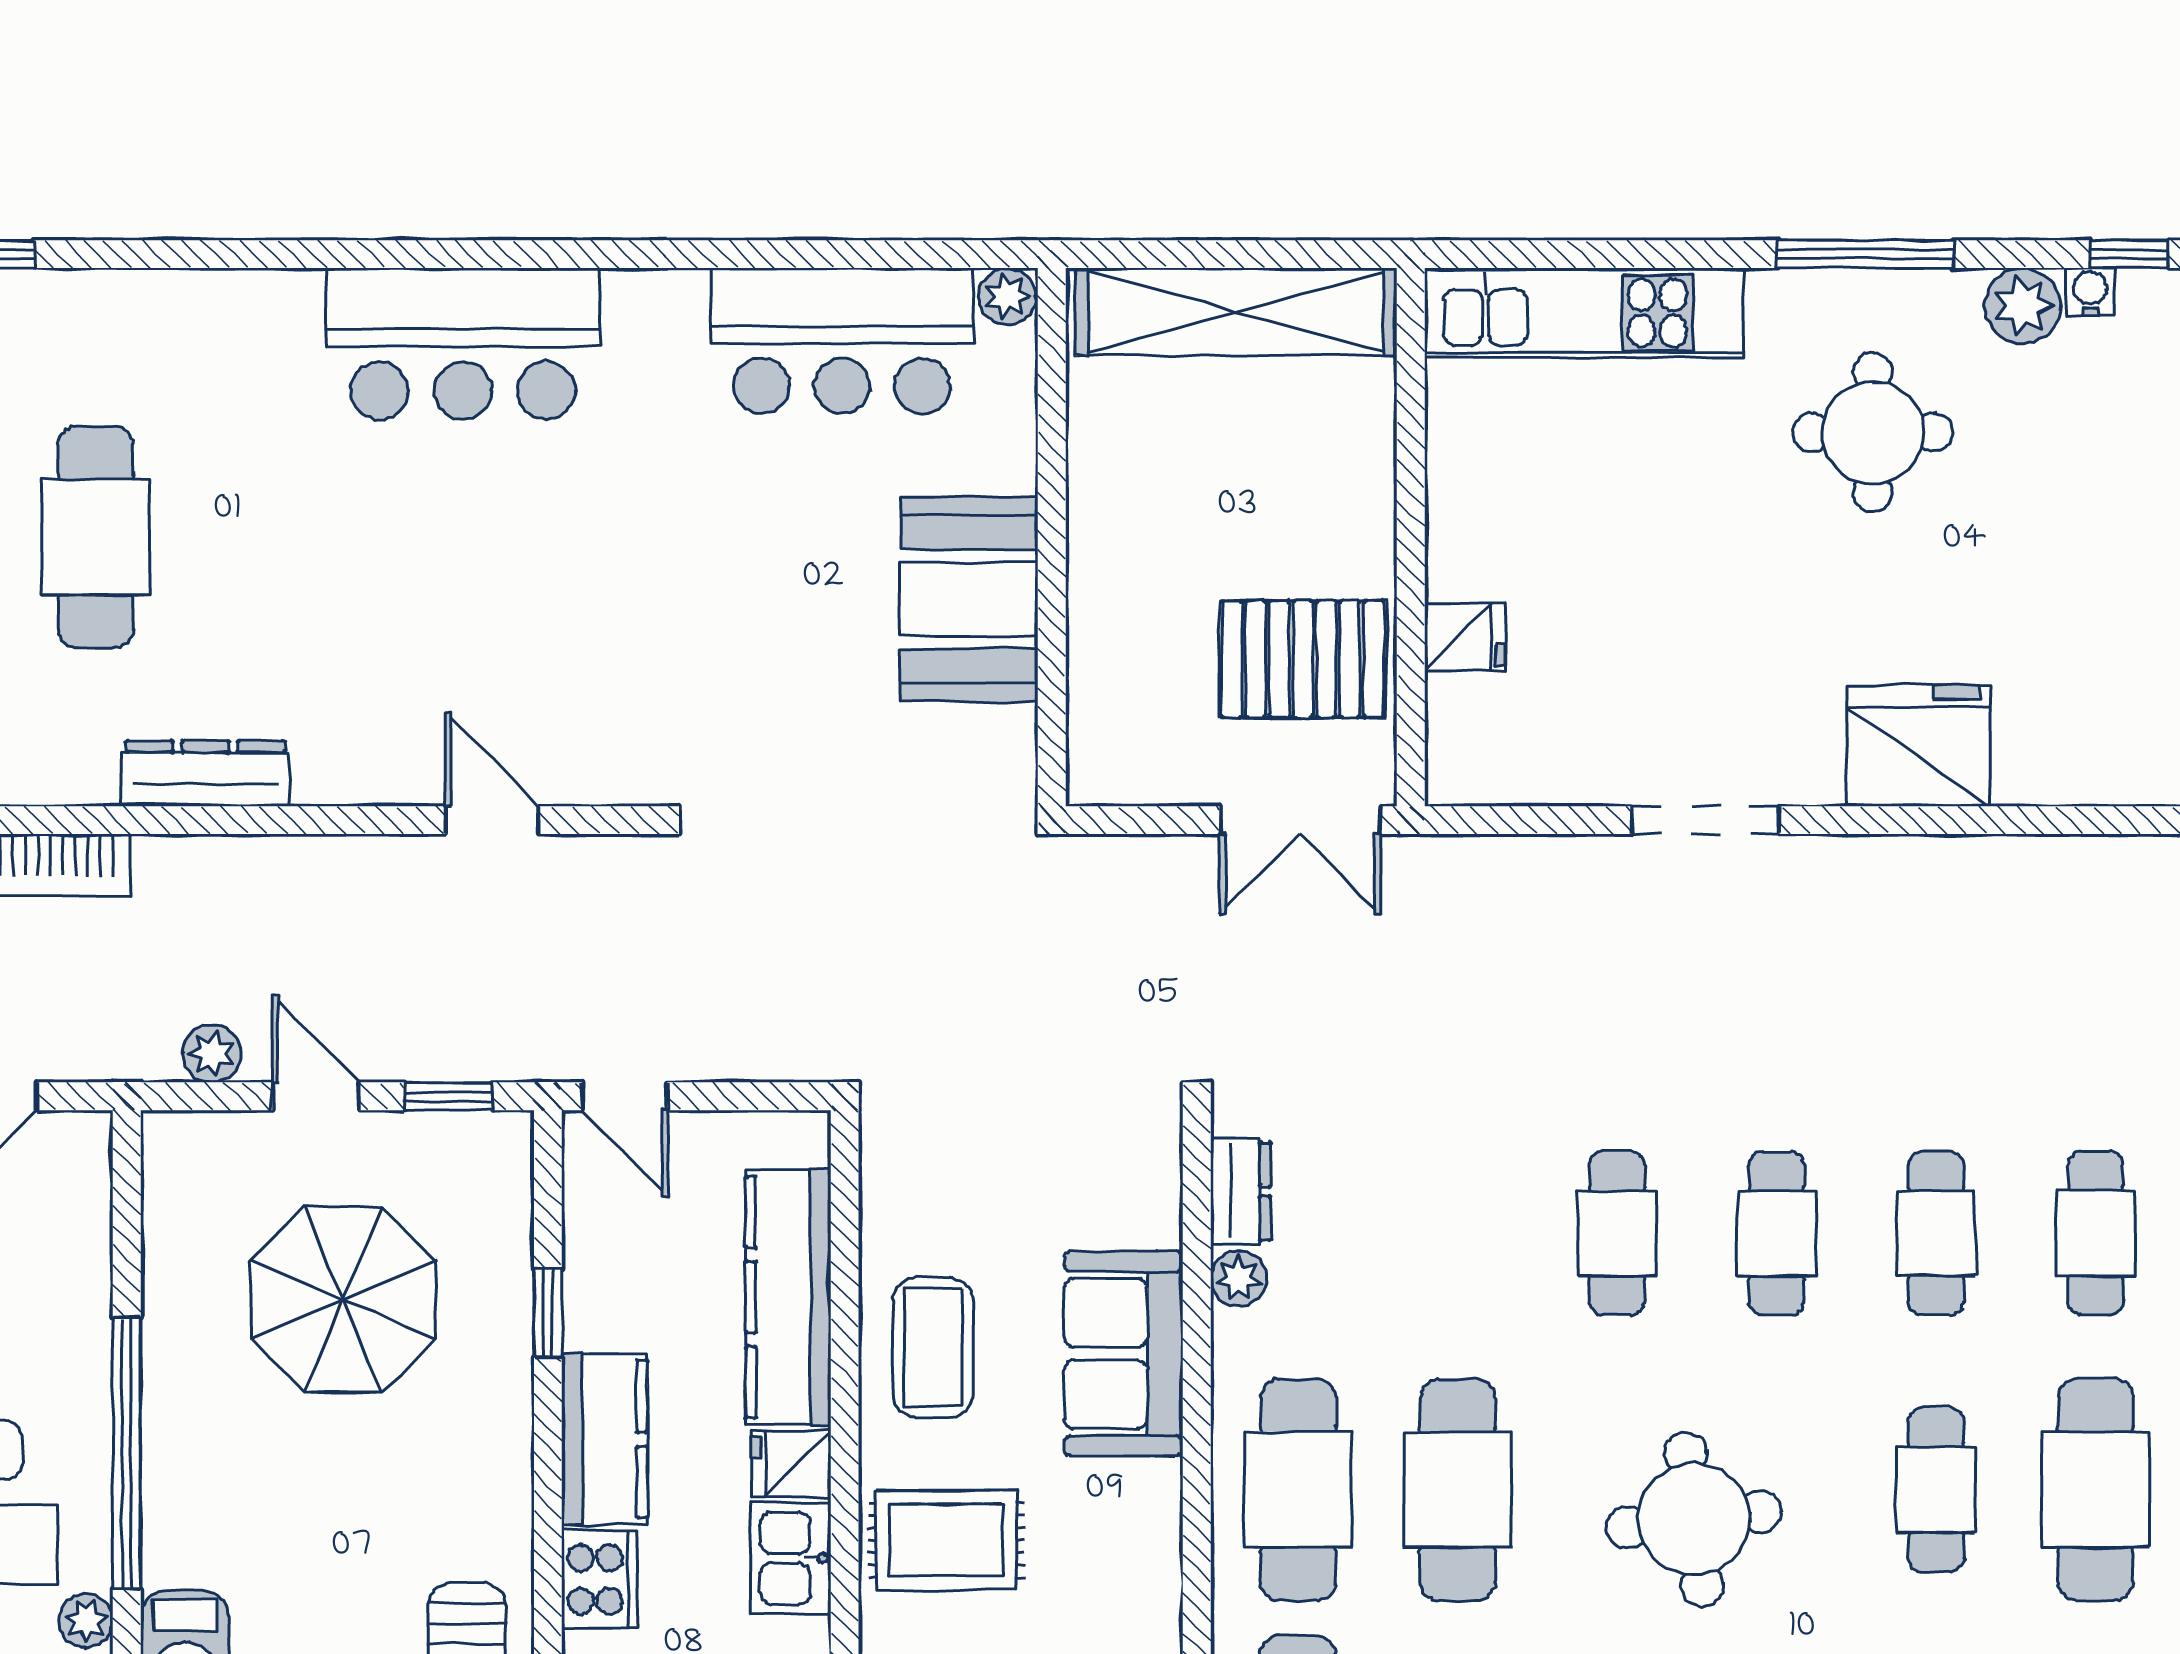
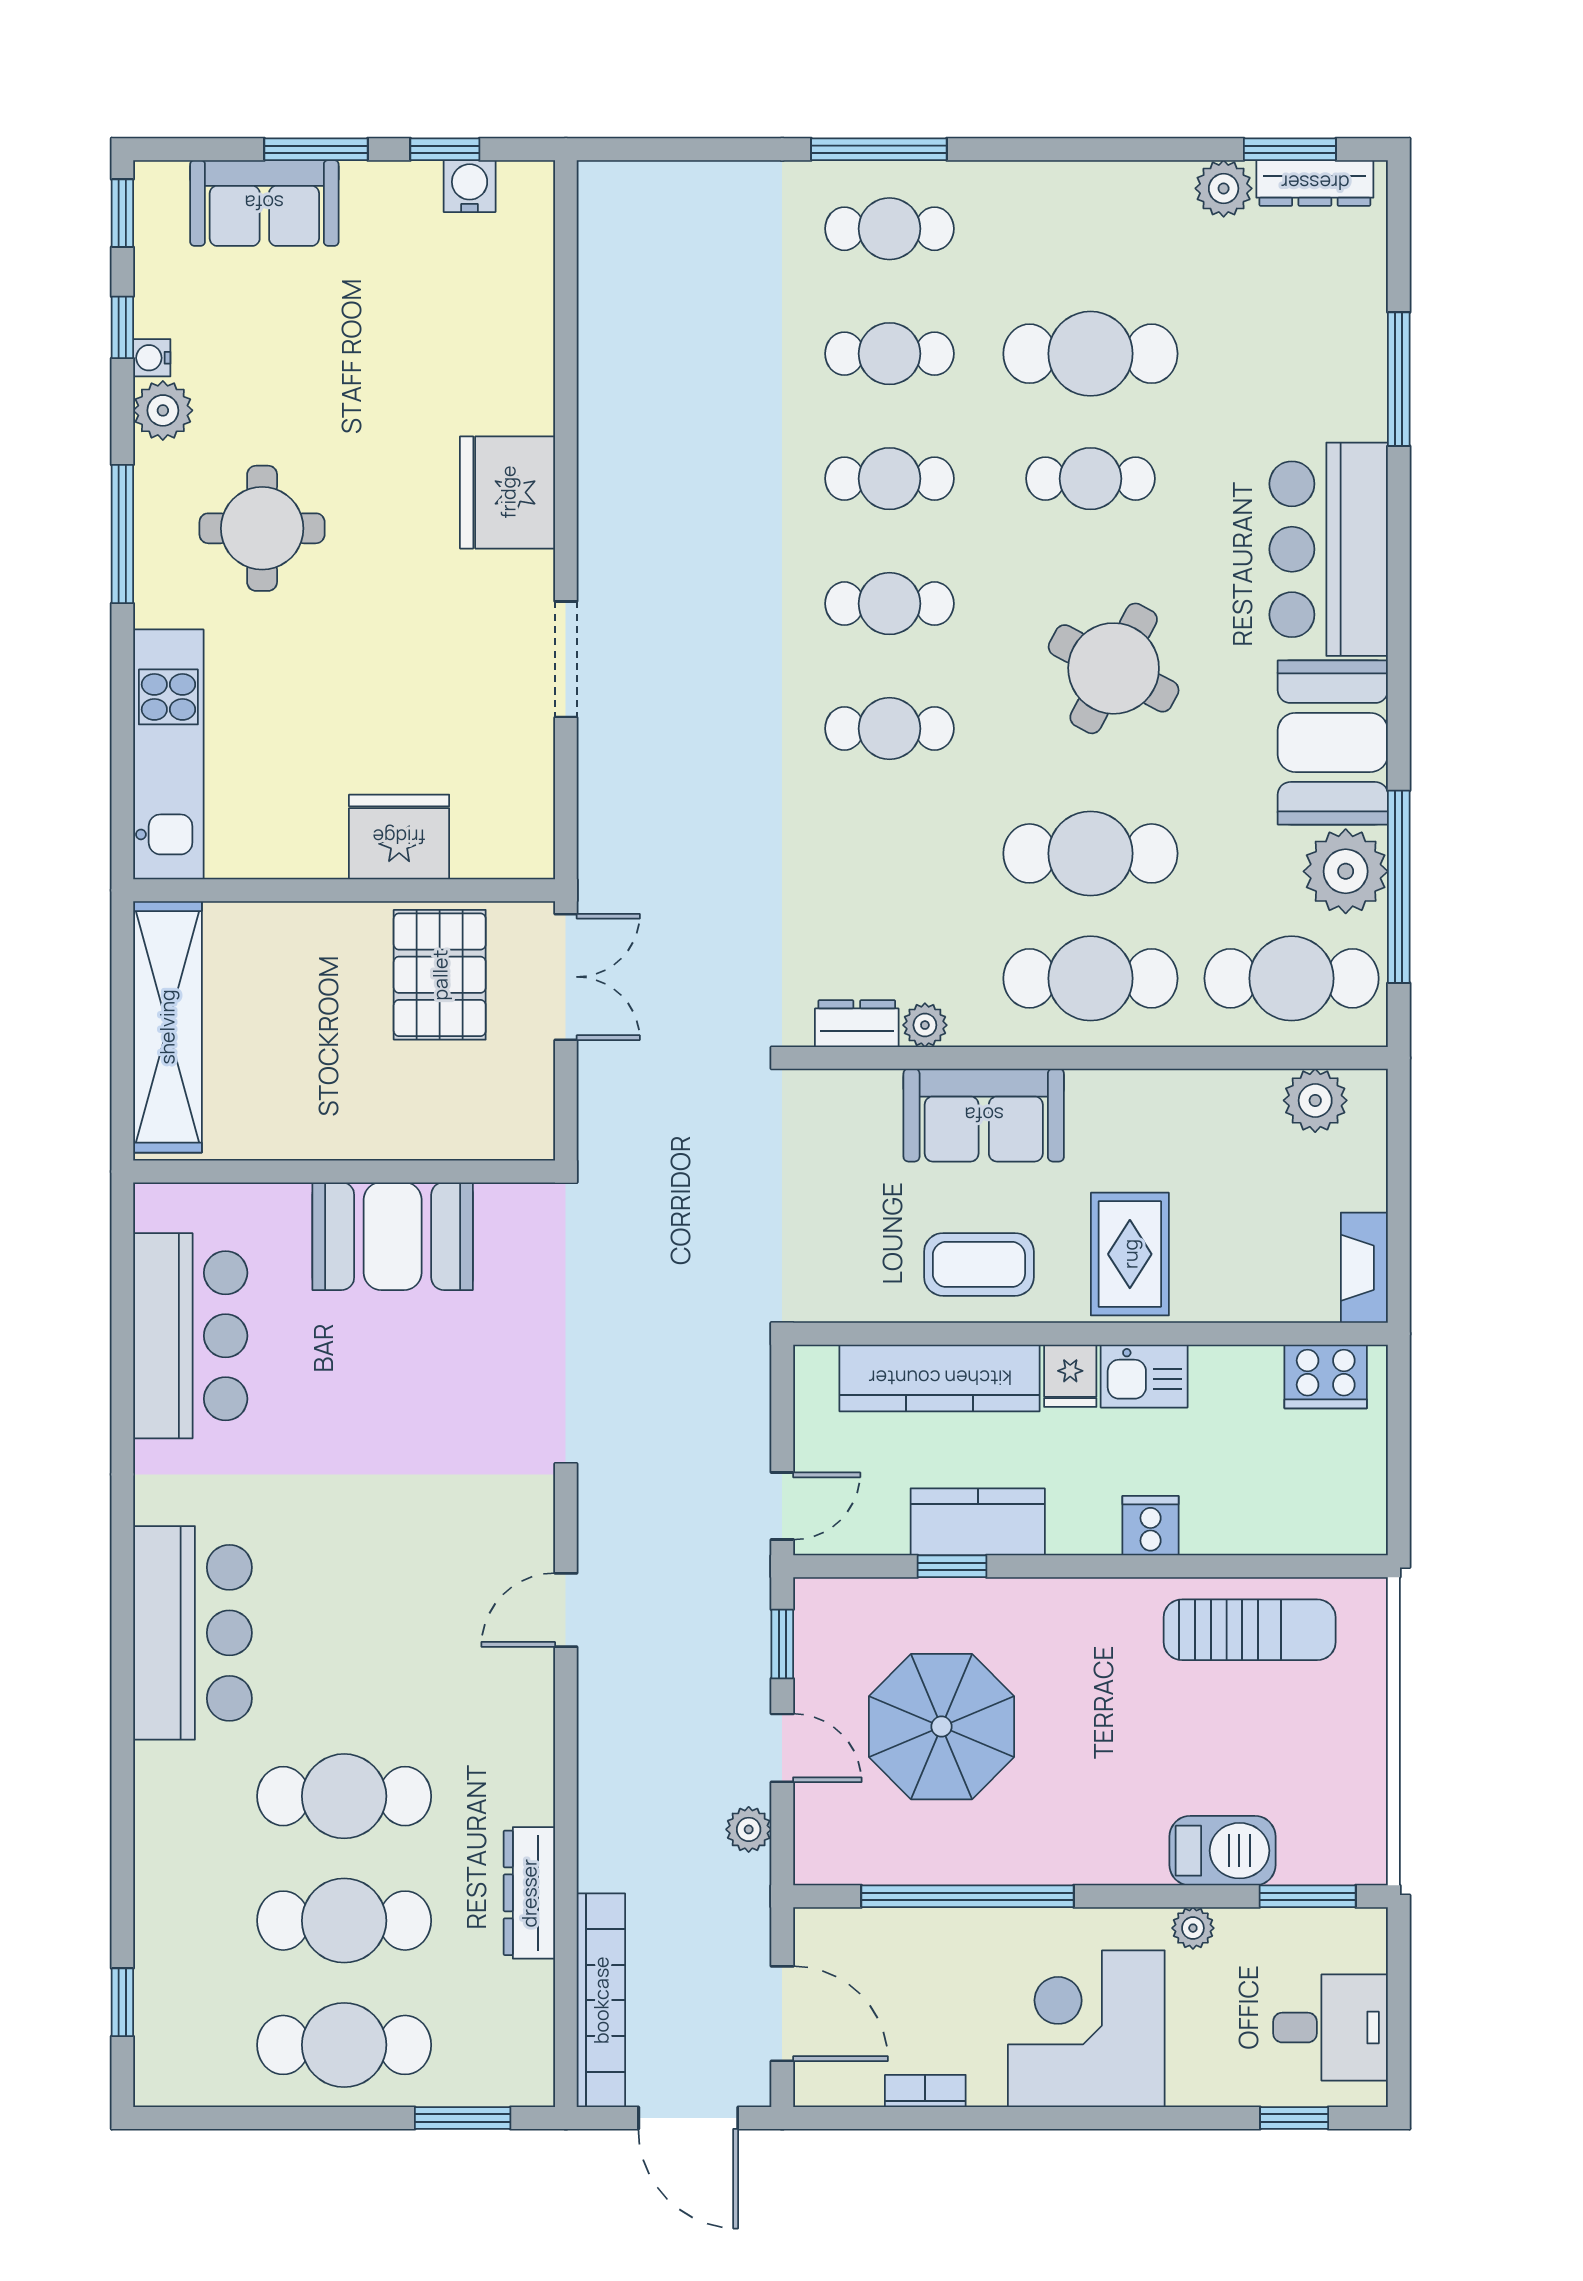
plant: (1007, 296) -> (156, 1206), removed
cafe table: (254, 537) -> (344, 1796), added
fridge: (1465, 637) -> (399, 837), width x1.88, depth x1.34
dresser: (205, 773) -> (529, 1893), moved
door: (316, 1096) -> (782, 1748), swing flipped
kitchen counter: (604, 1439) -> (978, 1522), moved
window: (127, 1453) -> (968, 1896), moved
round table: (1694, 1519) -> (1114, 668), turned 35
cooker: (600, 1580) -> (1151, 1526), width x0.73

